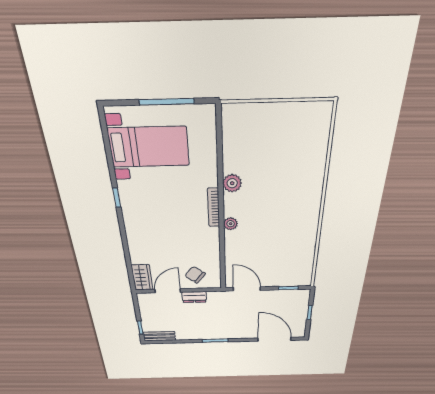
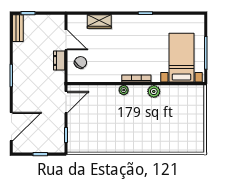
bed with nightstands: (149, 147) -> (181, 58), moved, turned 180
wardrobe: (142, 277) -> (99, 22), moved

